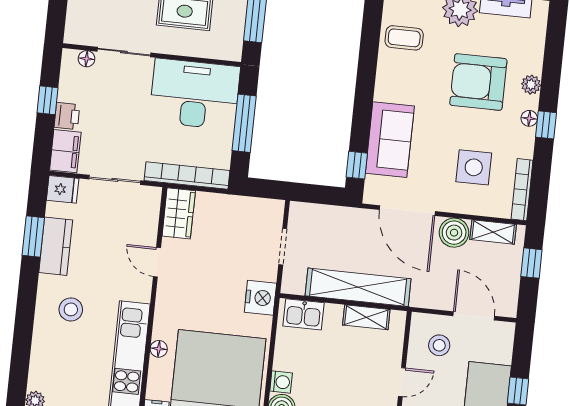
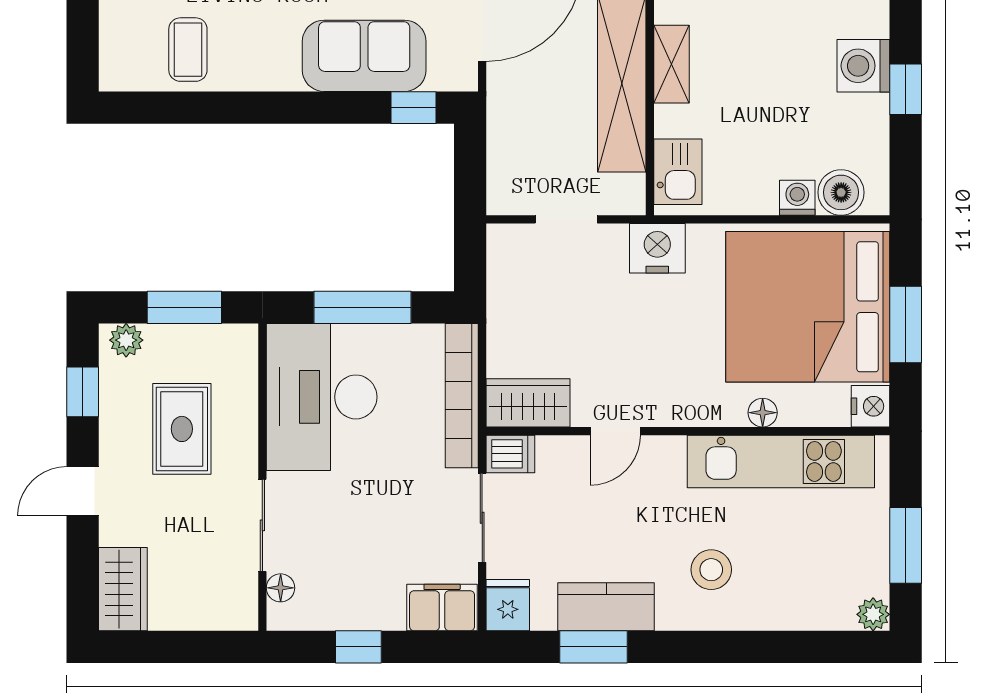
printer: (67, 116) -> (382, 611), removed
dishwasher: (150, 200) -> (510, 454), added

